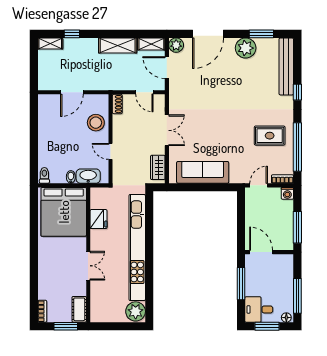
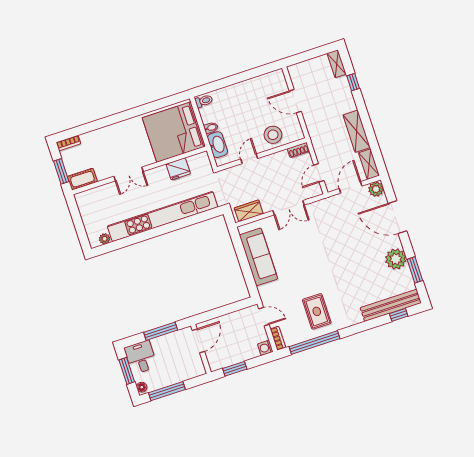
window: (297, 92) -> (399, 315), moved
window: (297, 227) -> (235, 369), width x0.69
plant: (136, 311) -> (105, 239), width x0.53, depth x0.53

